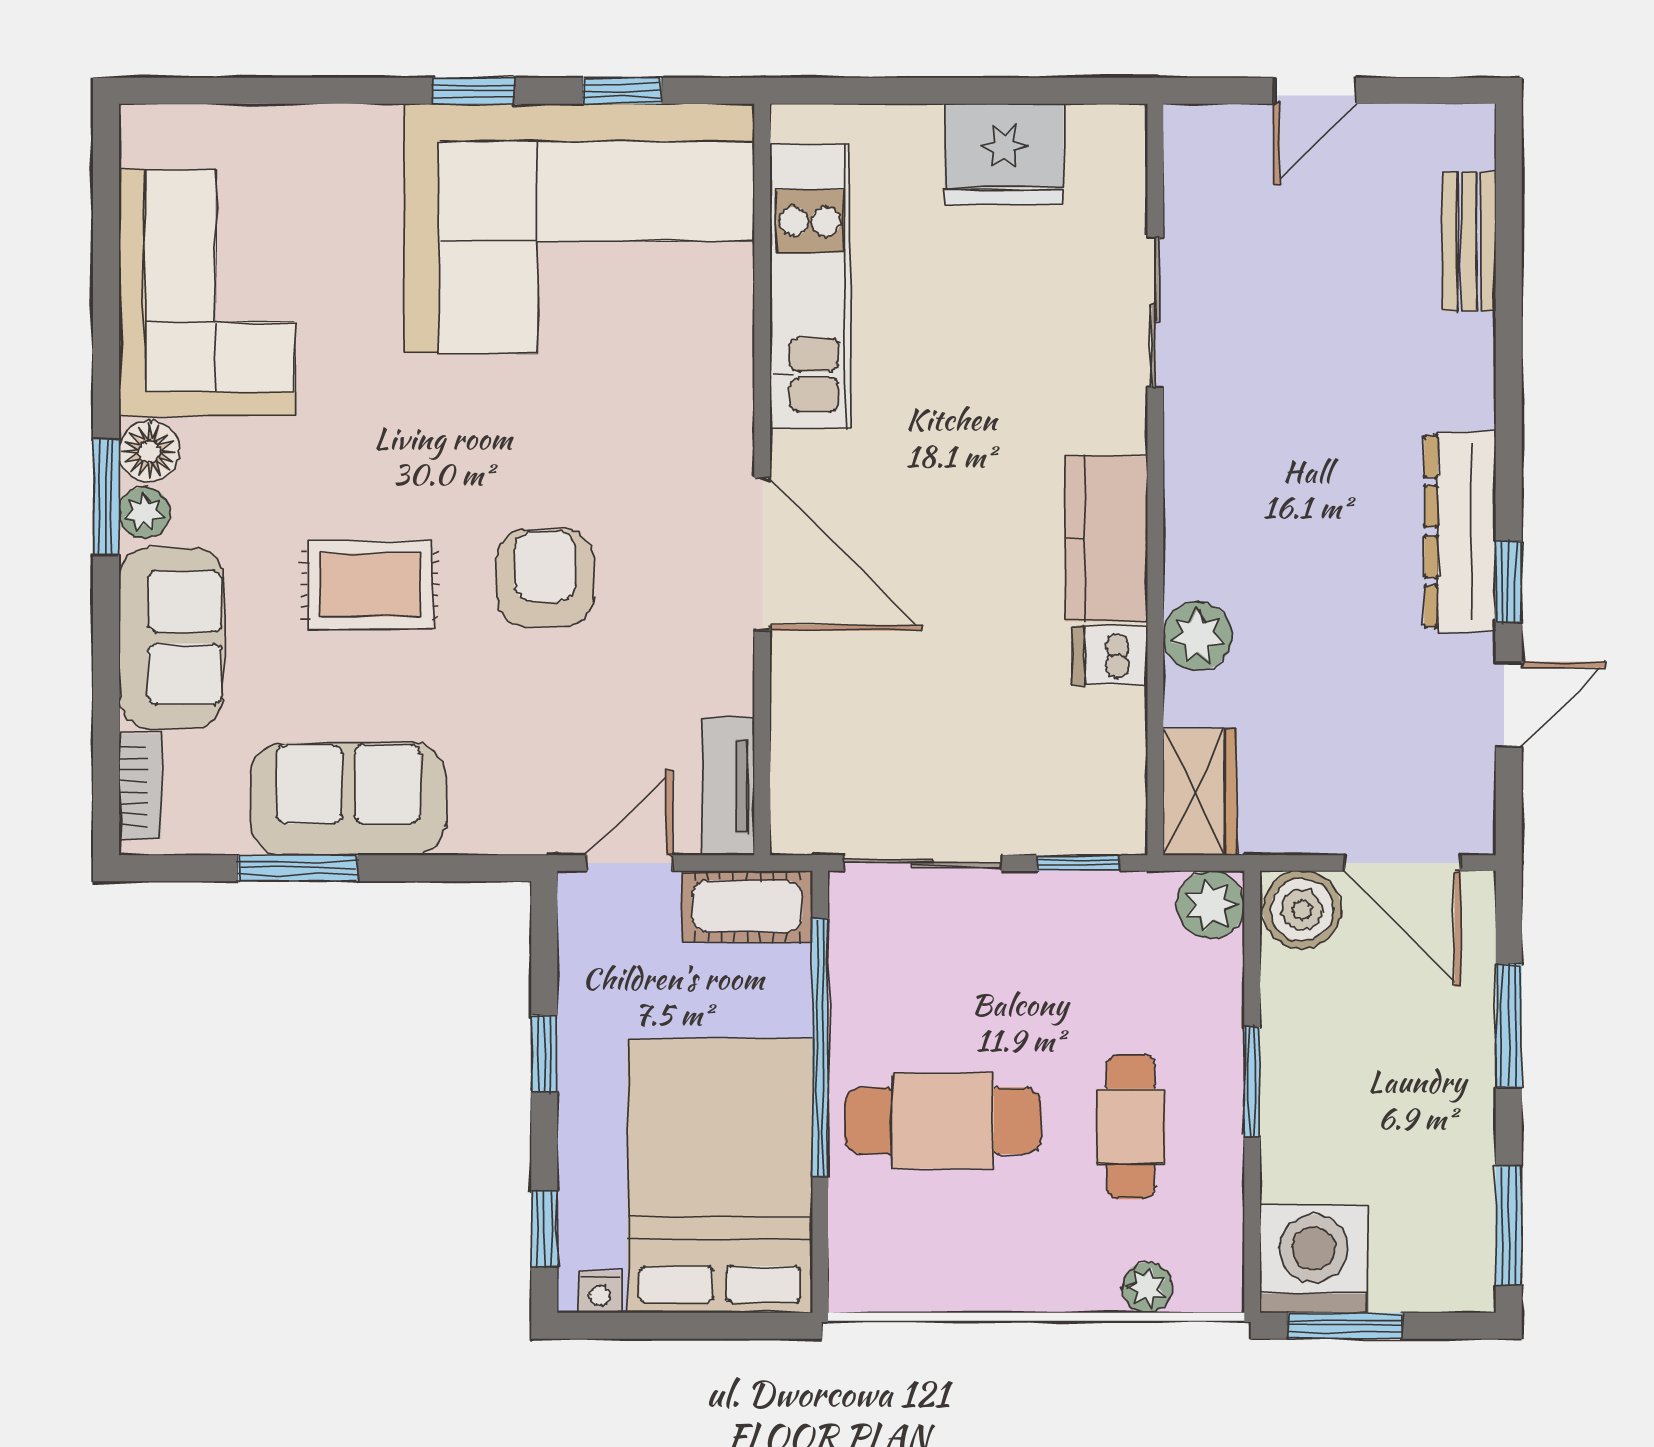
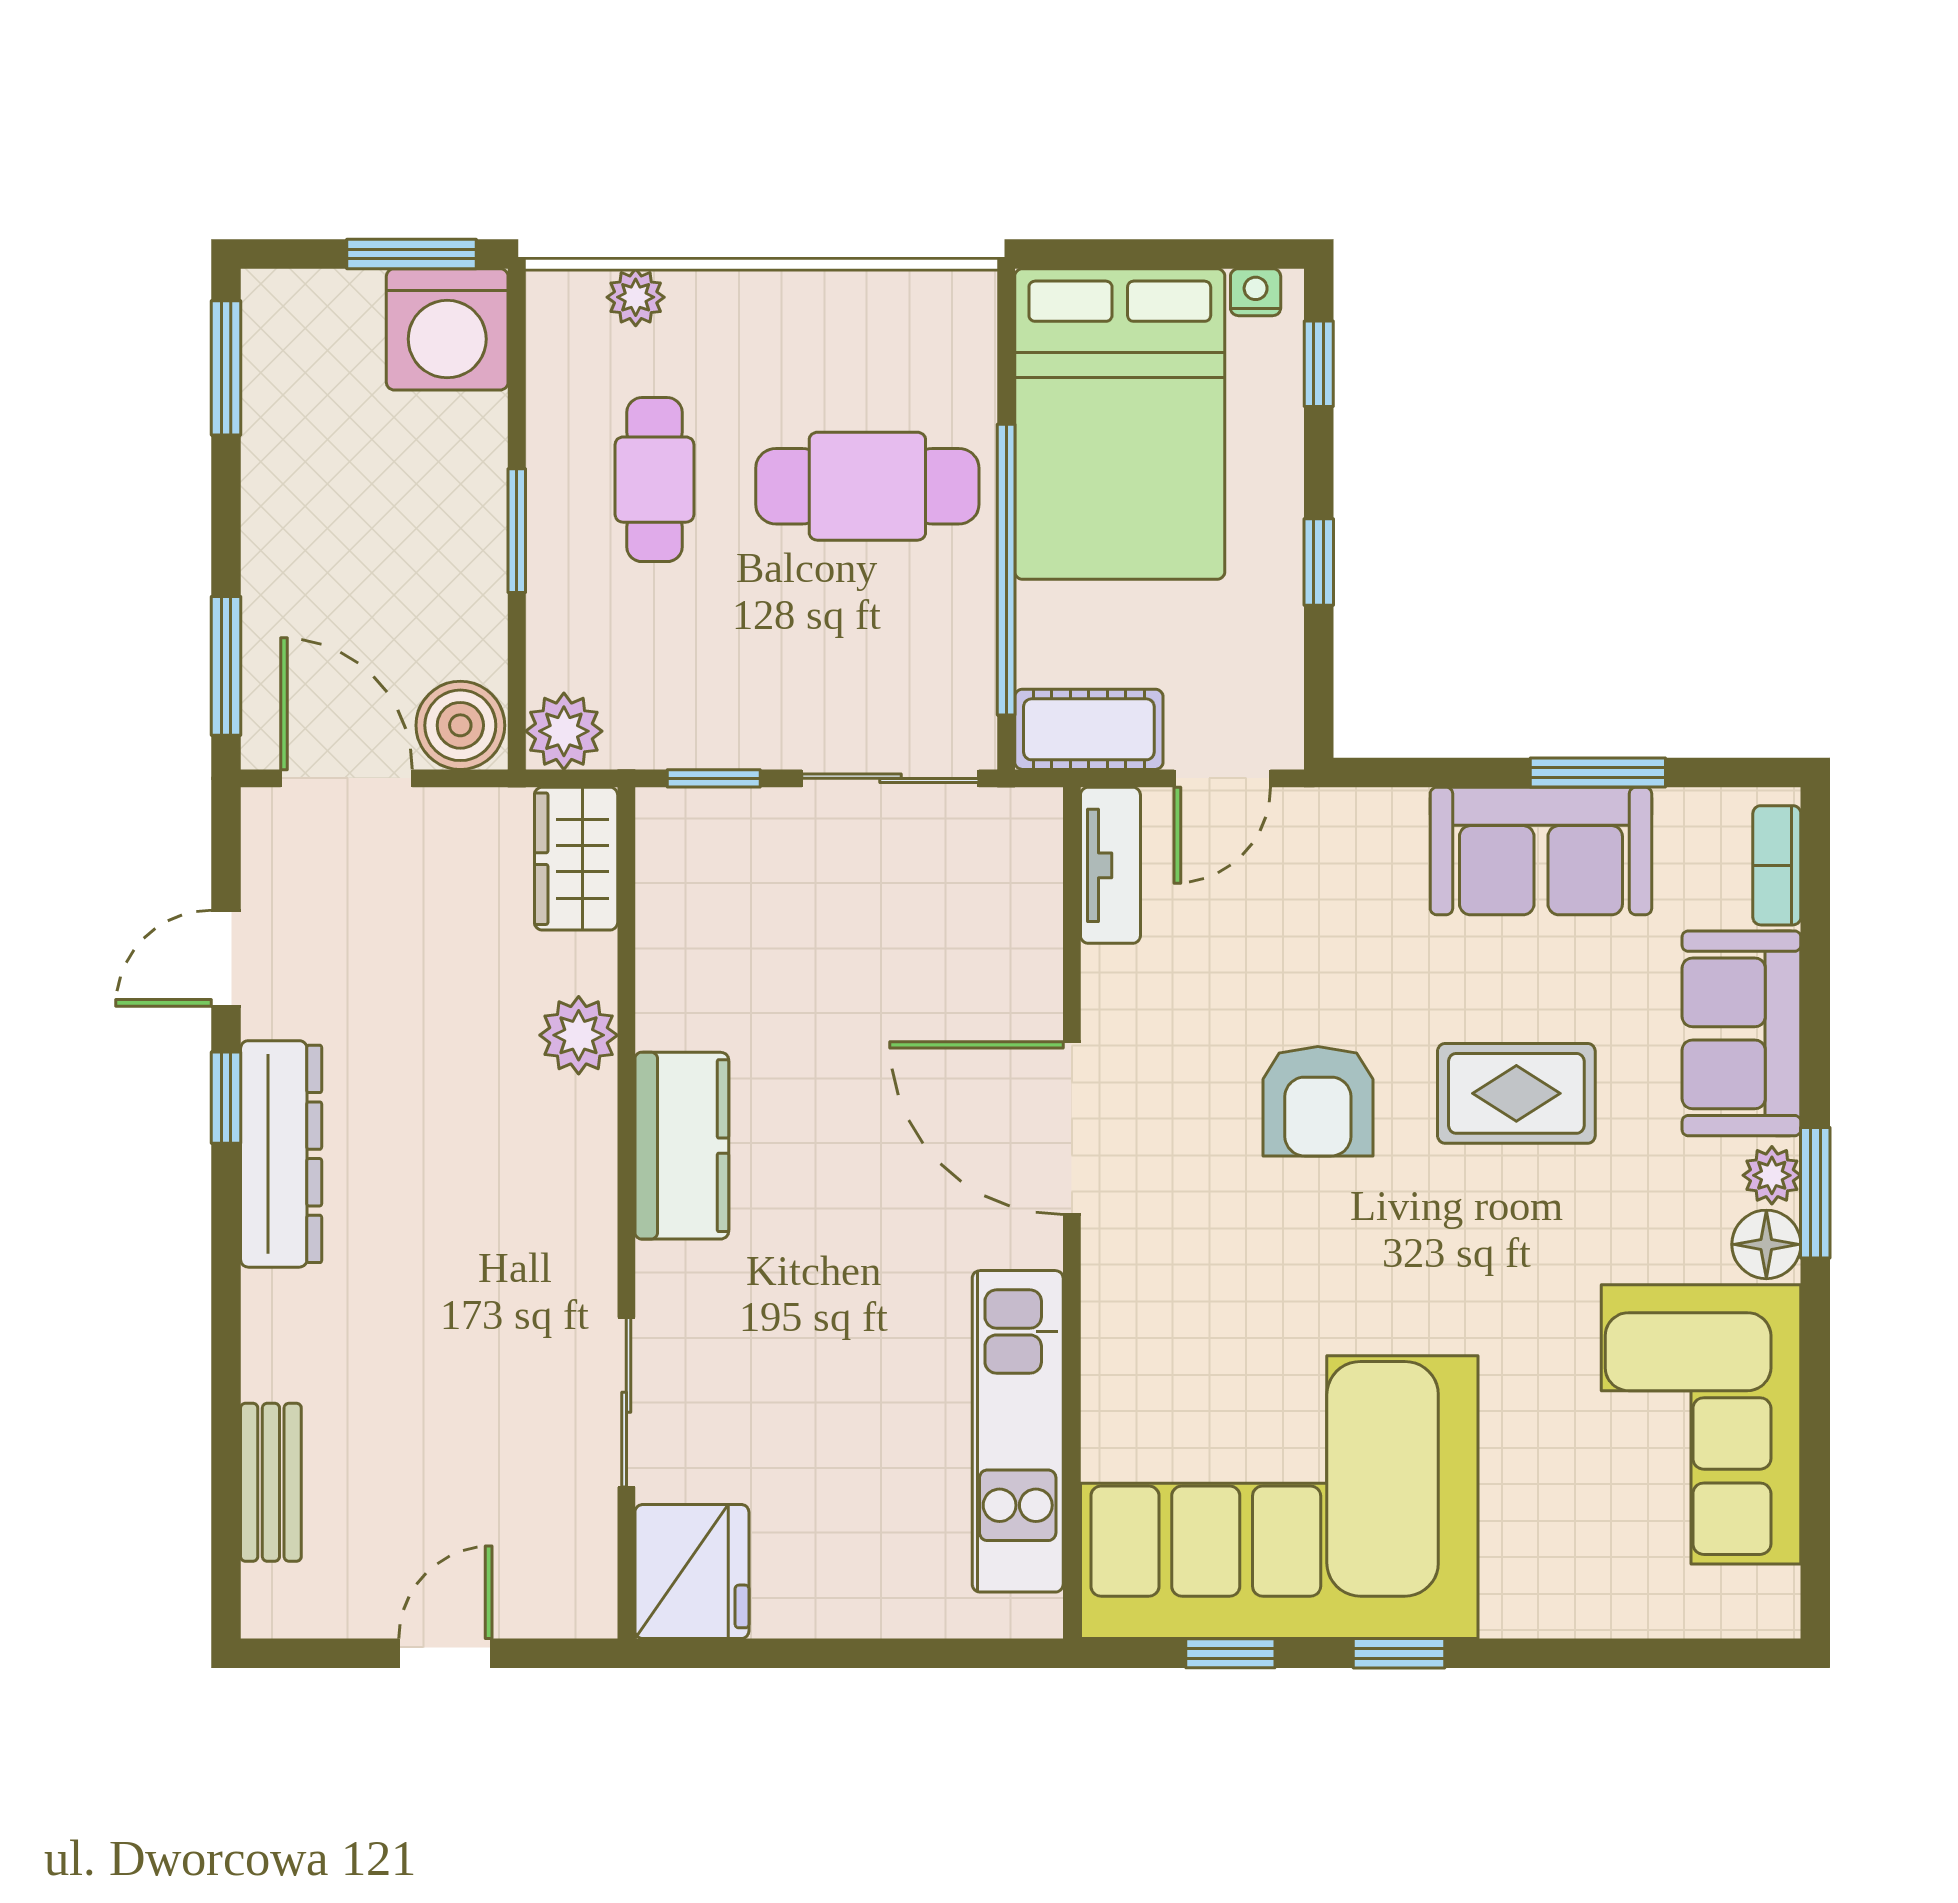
fridge: (1004, 154) -> (692, 1572), moved, turned 90
dishwasher: (1110, 656) -> (678, 1013), removed
window: (1509, 1026) -> (226, 666), moved

